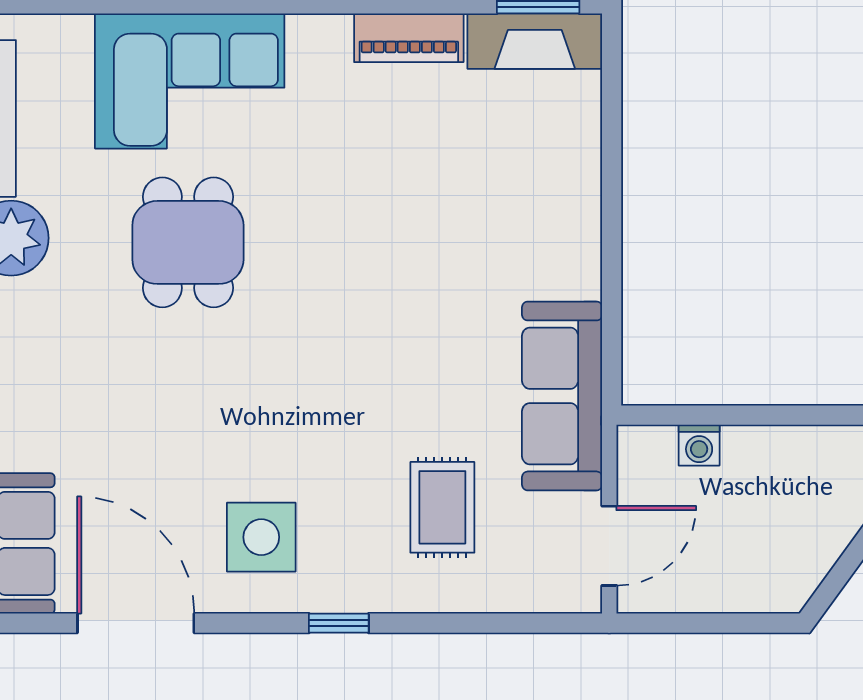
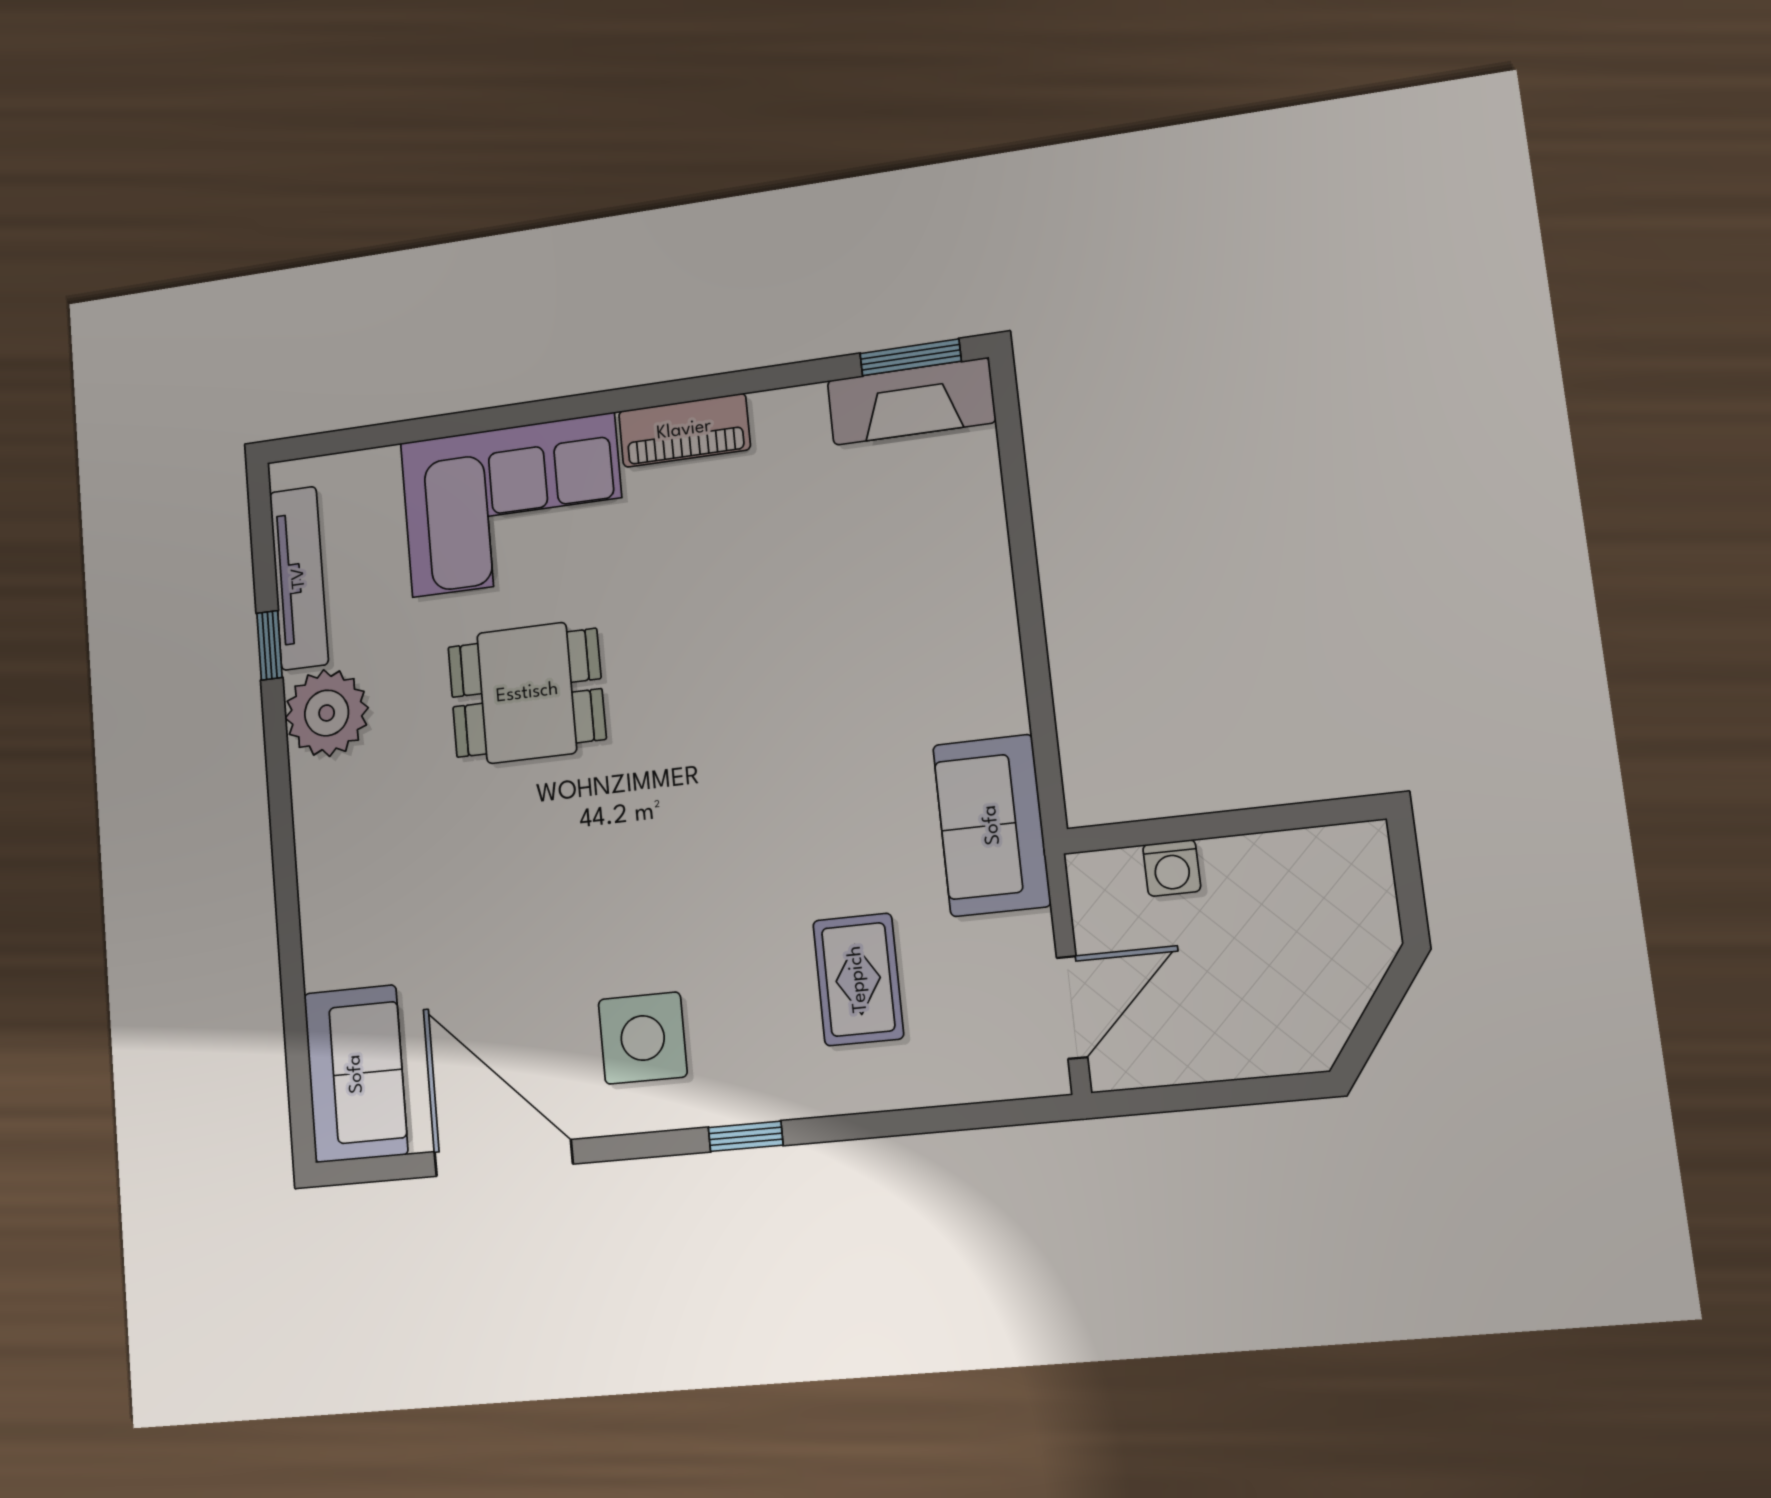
piano: (409, 38) -> (684, 430), moved
dining table: (188, 242) -> (527, 693), turned 90
sofa: (562, 396) -> (992, 825), width x0.73

